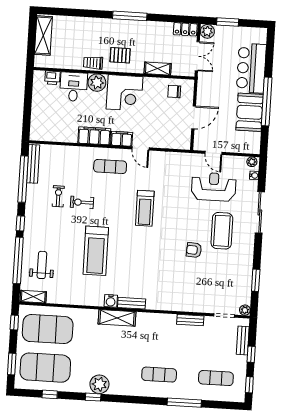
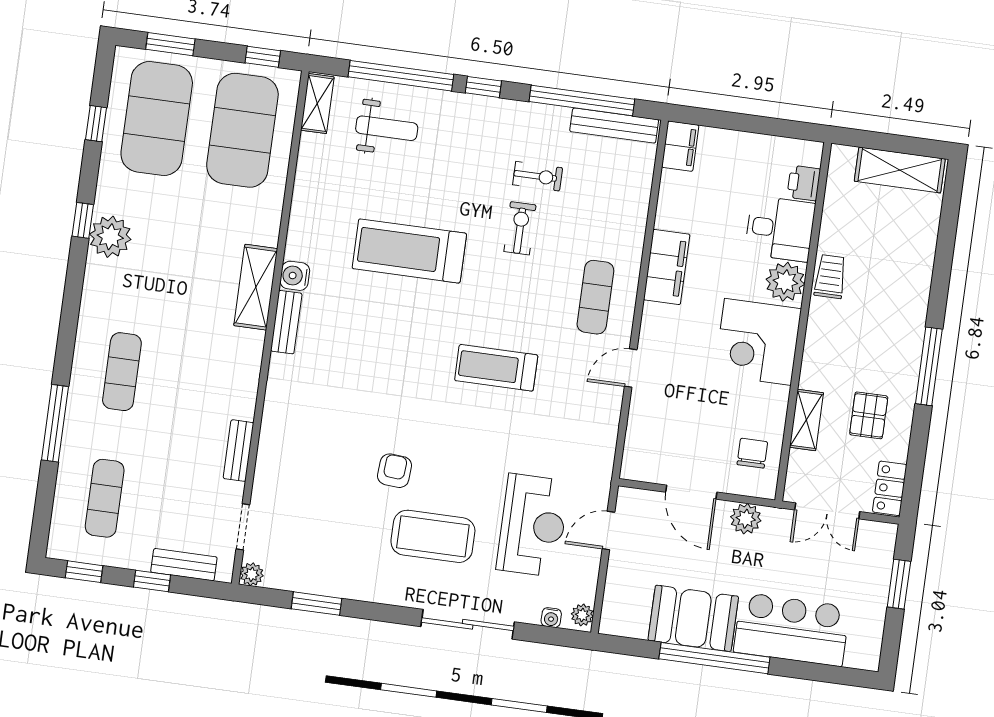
plant: (207, 31) -> (746, 519), moved
pallet: (120, 55) -> (869, 415), moved
filing cabinet: (122, 139) -> (680, 146), moved

